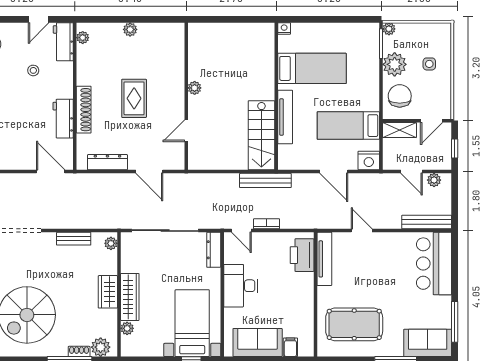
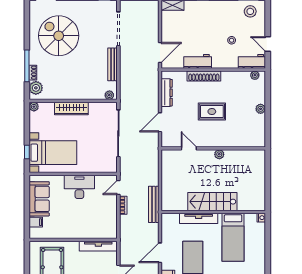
stairs: (261, 135) -> (212, 202), moved
bench: (74, 239) -> (113, 64), width x1.36
dresser: (214, 250) -> (105, 168), removed
printer: (302, 255) -> (101, 230), removed
wardrobe: (108, 292) -> (75, 93), removed
plant: (127, 328) -> (34, 107), moved

